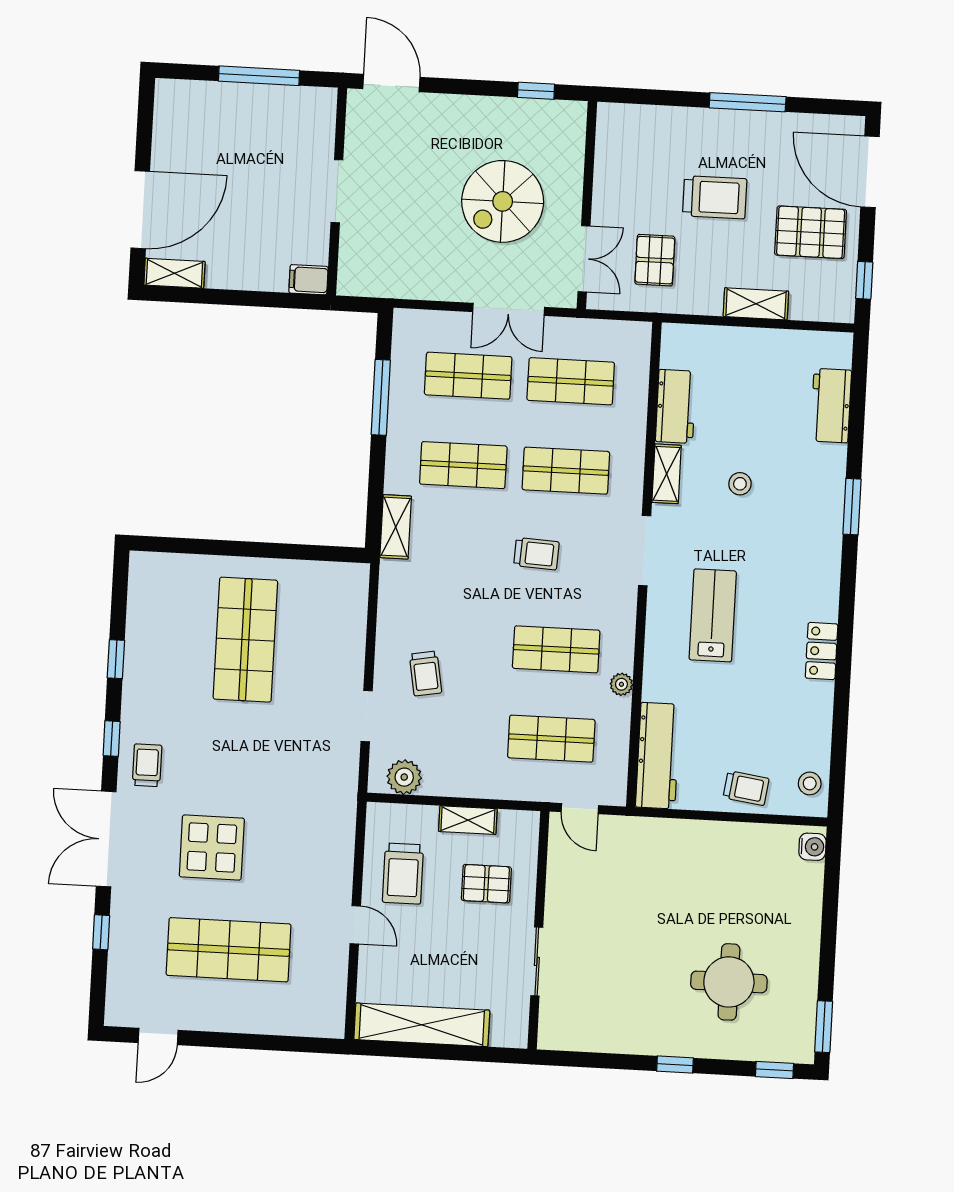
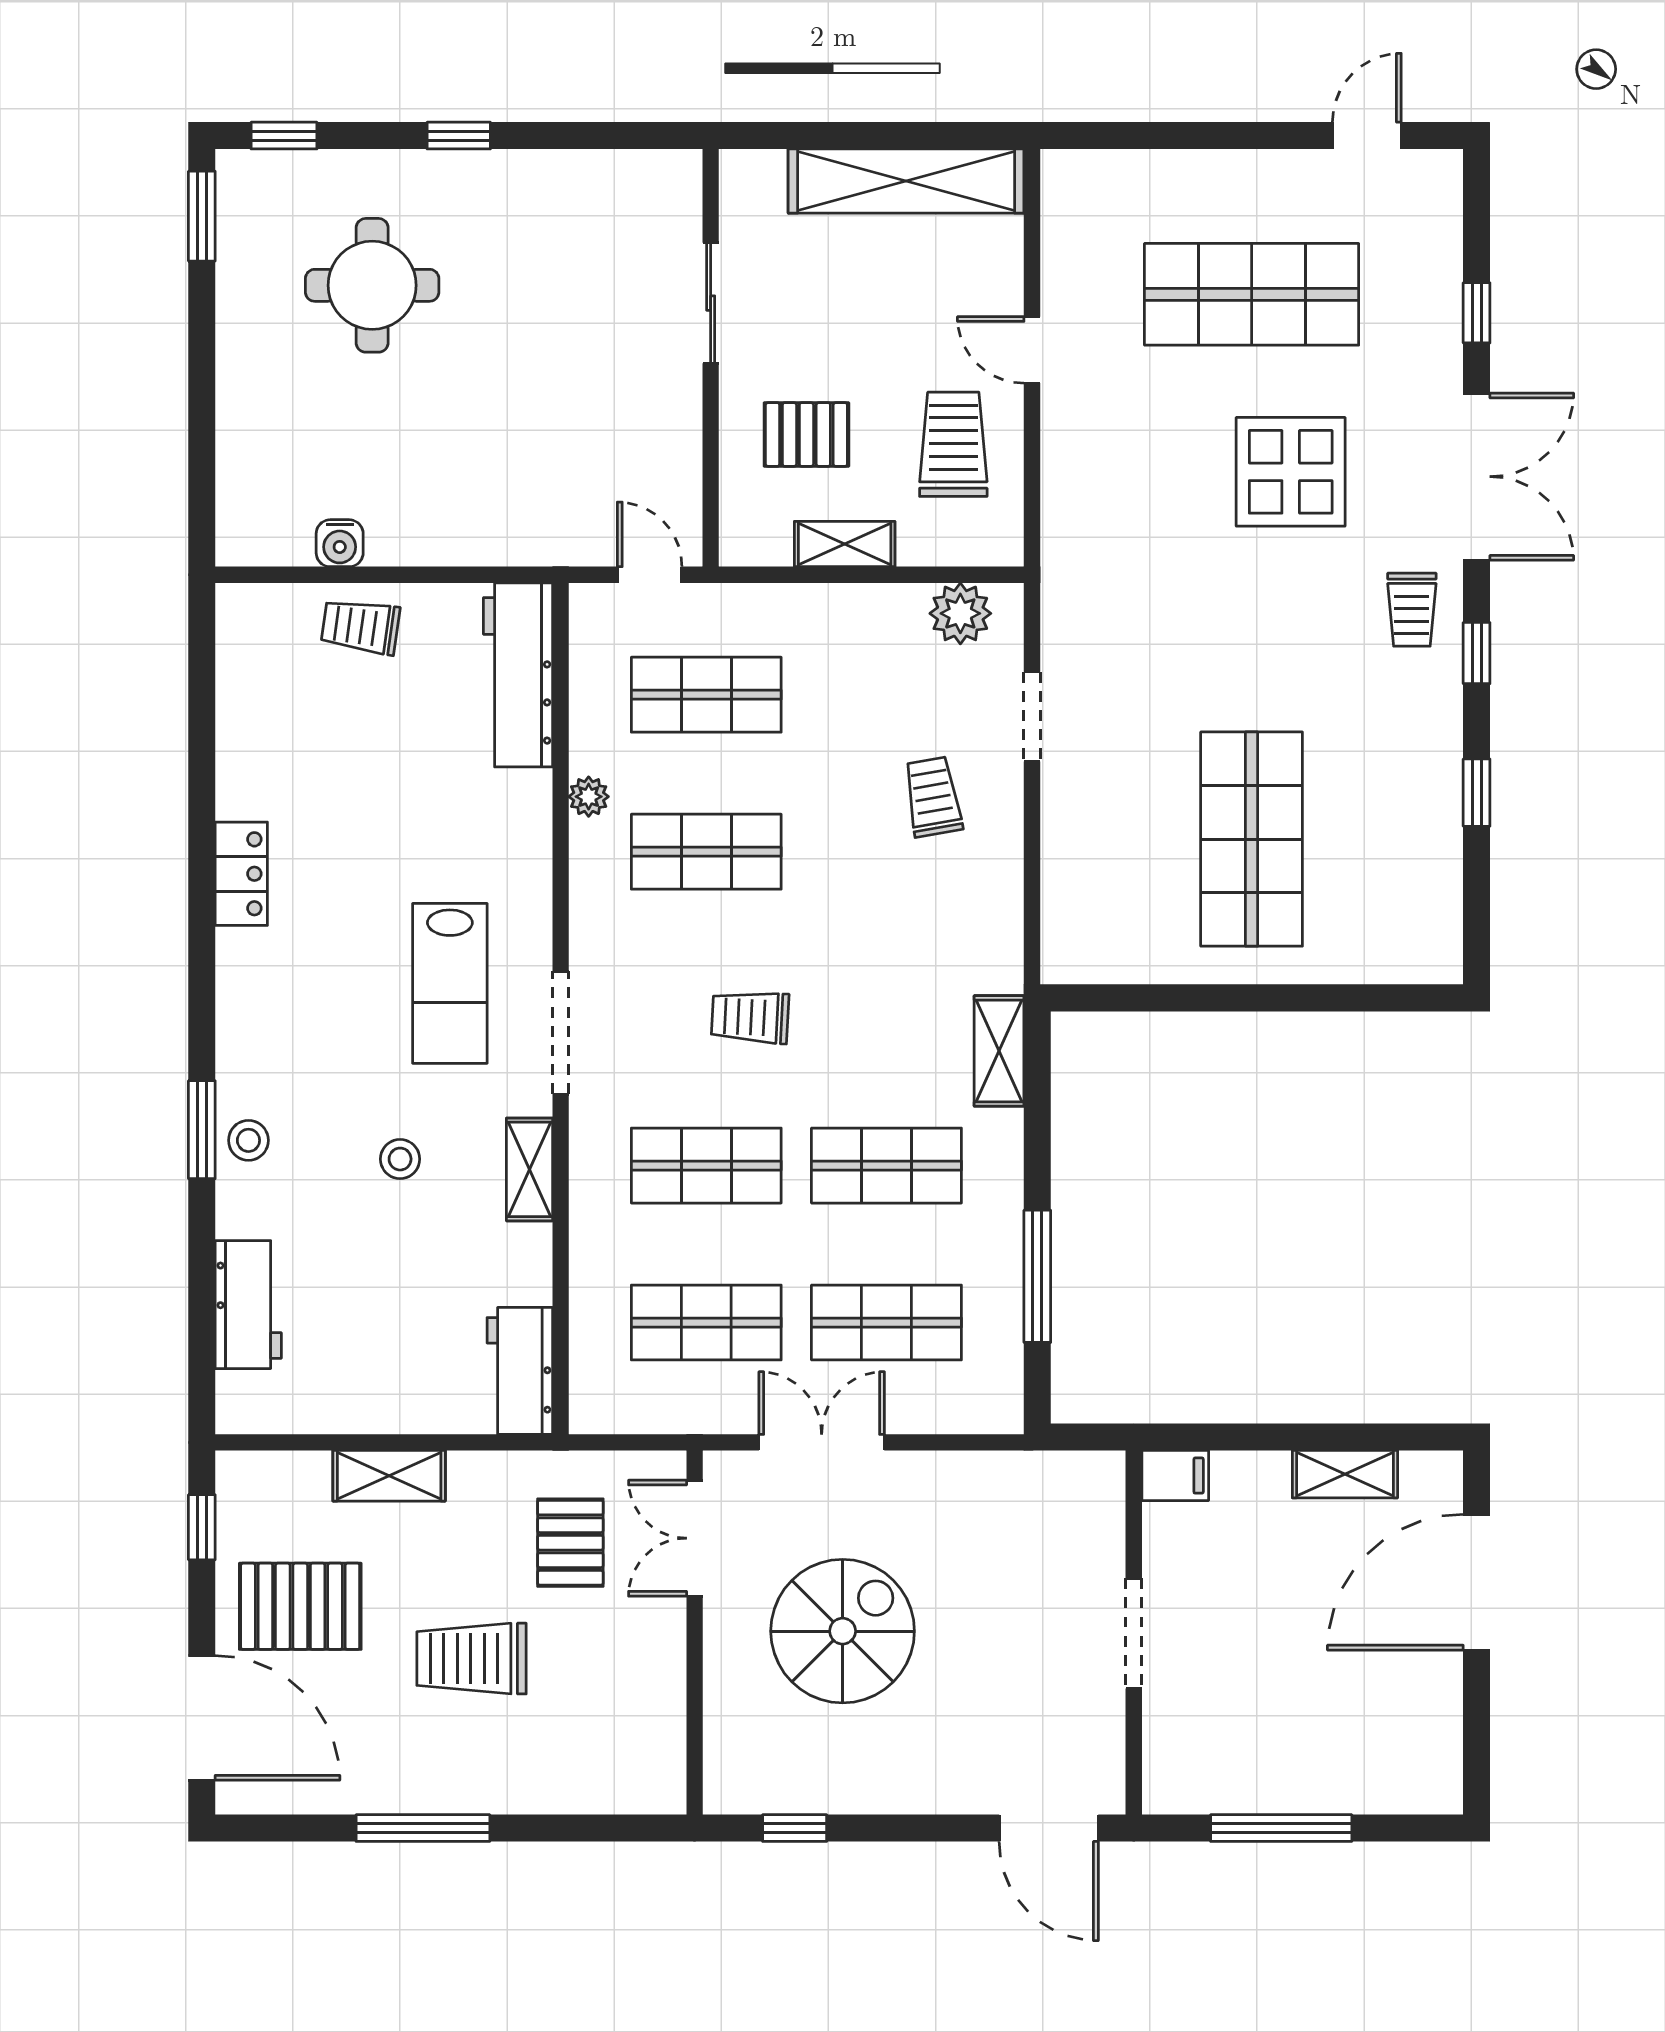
shelving: (174, 273) -> (1345, 1474), moved
workbench: (676, 406) -> (520, 1371), moved
lab bench: (713, 615) -> (450, 983), moved
stool: (810, 783) -> (248, 1140), moved
water cooler: (812, 847) -> (340, 543), moved, turned -90

